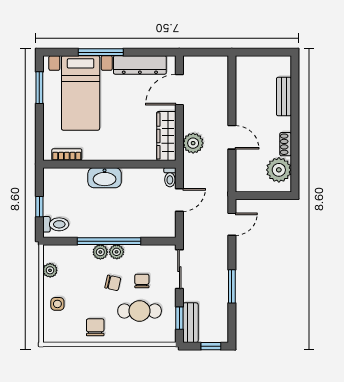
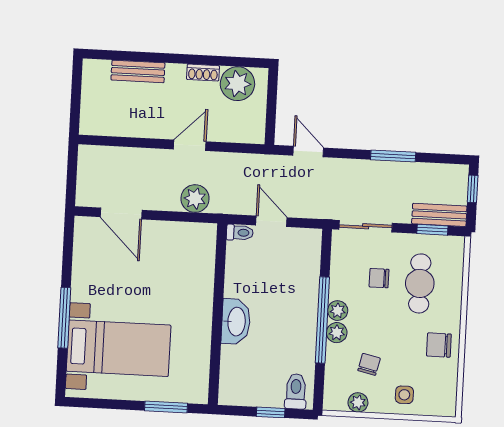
dresser: (140, 65) -> (85, 265), removed
window: (39, 88) -> (166, 407), moved
wardrobe: (166, 136) -> (183, 234), removed
bookcase: (67, 155) -> (202, 371), removed
chair: (113, 283) -> (369, 364), moved

